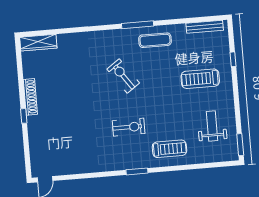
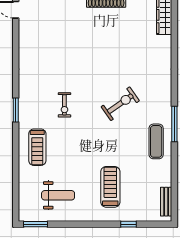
bench: (205, 27) -> (166, 202), width x0.73
exercise bike: (129, 127) -> (64, 105), width x0.73, depth x0.72

